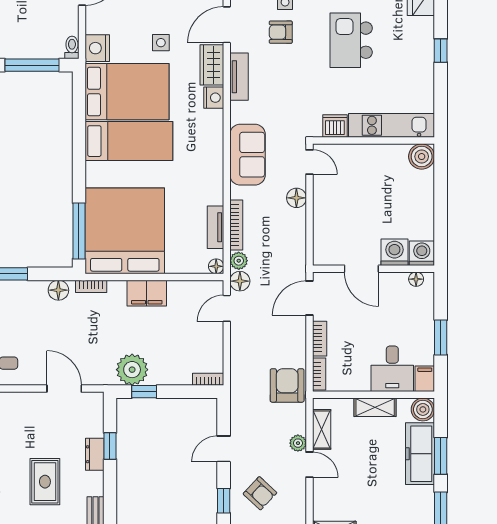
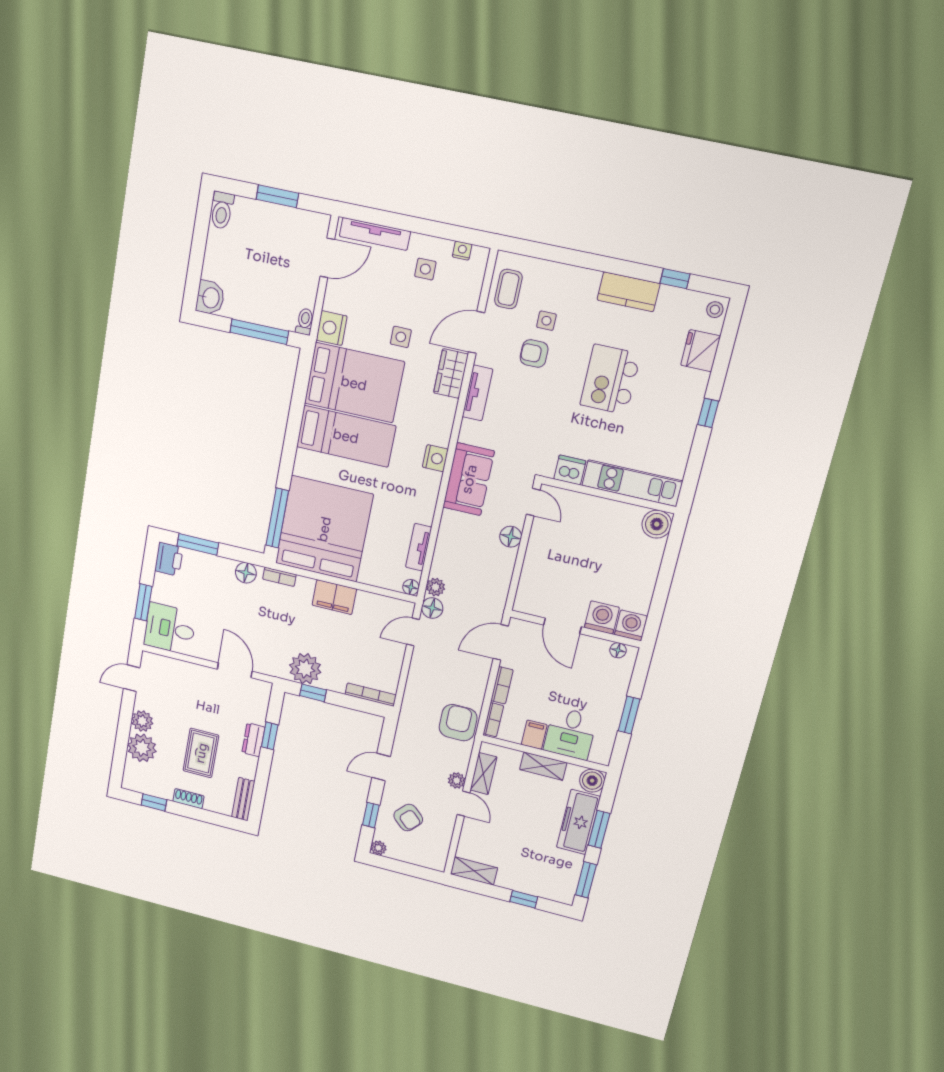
nightstand: (214, 98) -> (435, 458), moved
bookcase: (236, 225) -> (441, 550), removed
bookcase: (208, 379) -> (371, 695), width x1.56
filing cabinet: (425, 379) -> (534, 735), moved

